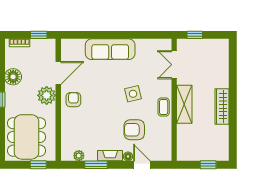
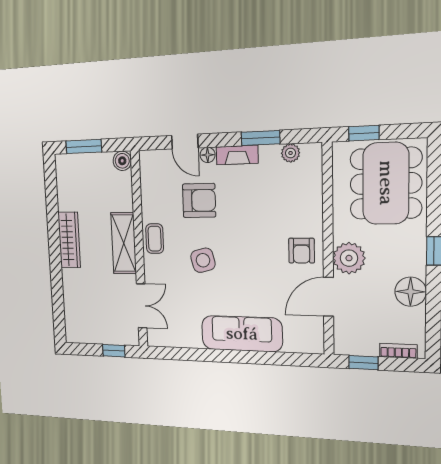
boiler: (183, 155) -> (122, 161), added
window: (208, 165) -> (84, 146), width x1.50

